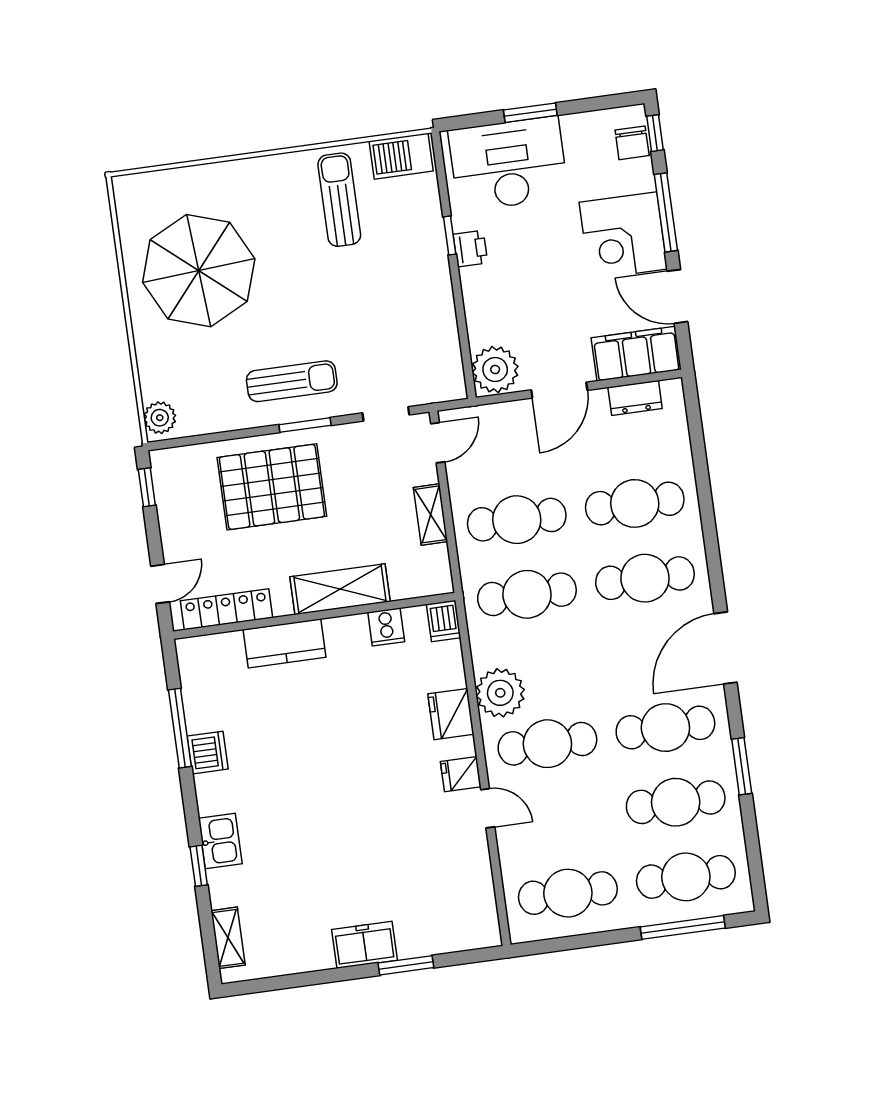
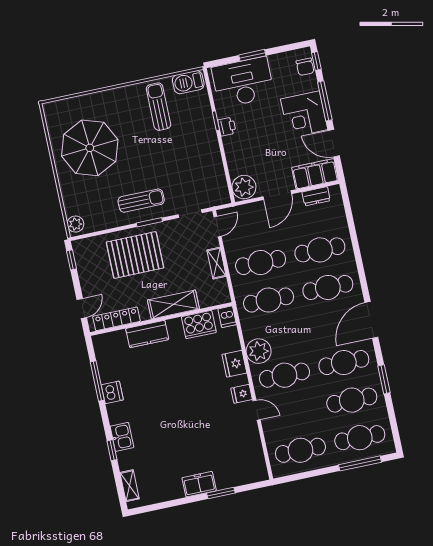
cooker: (386, 627) -> (199, 325), width x1.87, depth x1.31

